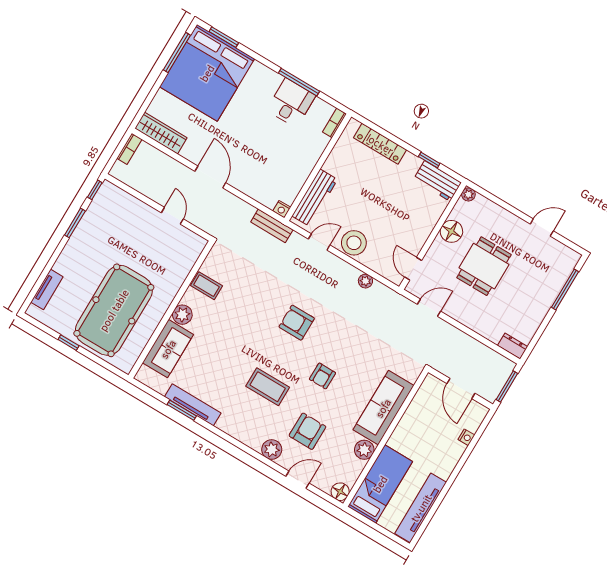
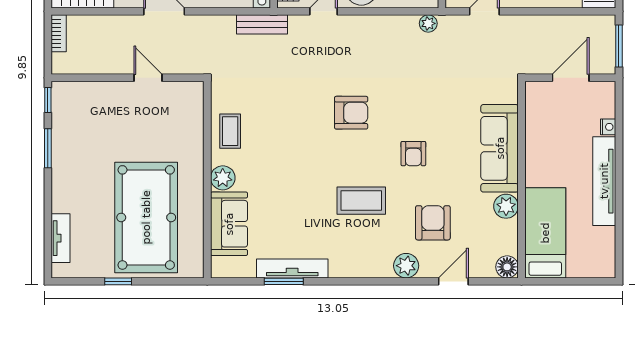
plant: (365, 281) -> (428, 23), moved
coffee table: (207, 286) -> (230, 131), turned 90
armchair: (297, 323) -> (351, 113), turned 180
door: (461, 388) -> (571, 78), swing flipped
tv unit: (421, 508) -> (604, 181), moved

